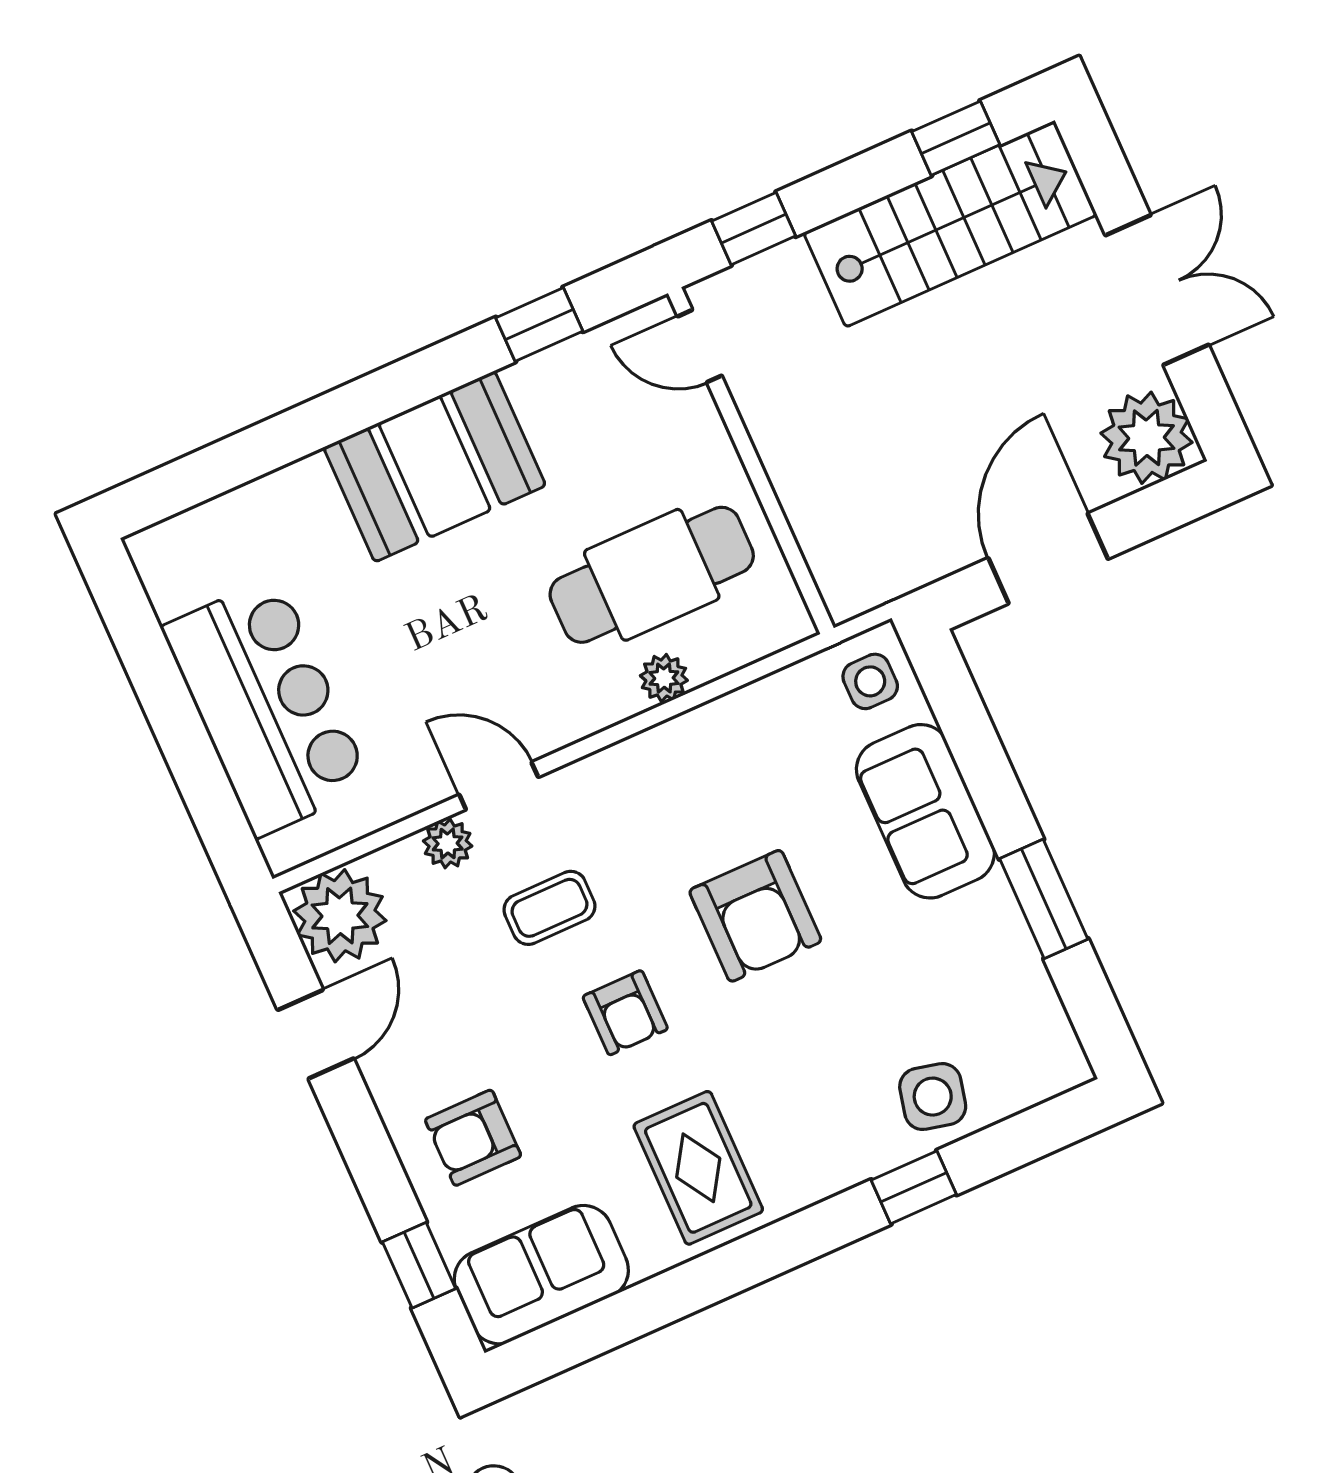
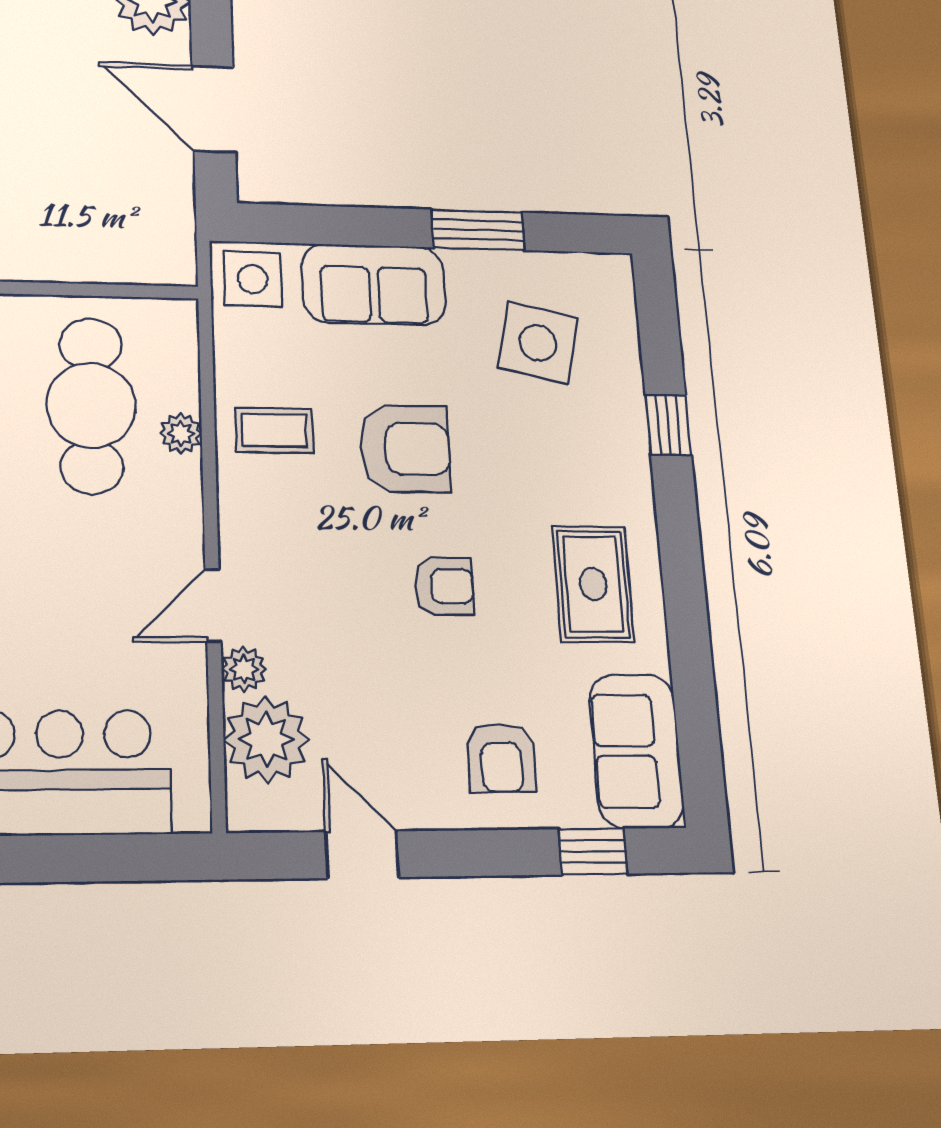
side table: (870, 681) -> (253, 279), width x1.37, depth x1.37
coffee table: (549, 908) -> (274, 430), moved, turned 90
plant: (340, 916) -> (266, 739), moved
side table: (933, 1097) -> (538, 343), moved, width x1.37, depth x1.37
rug: (698, 1168) -> (593, 584), turned 90

